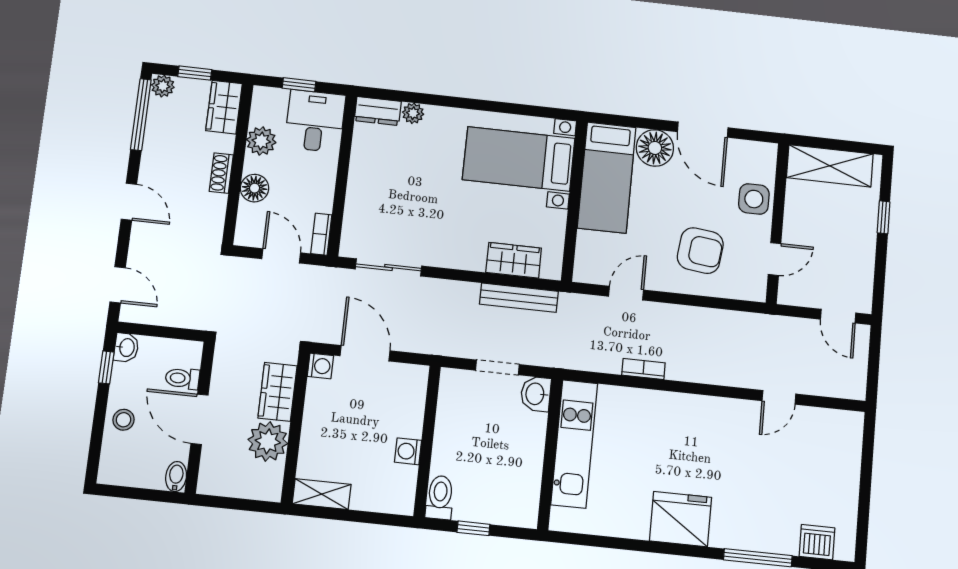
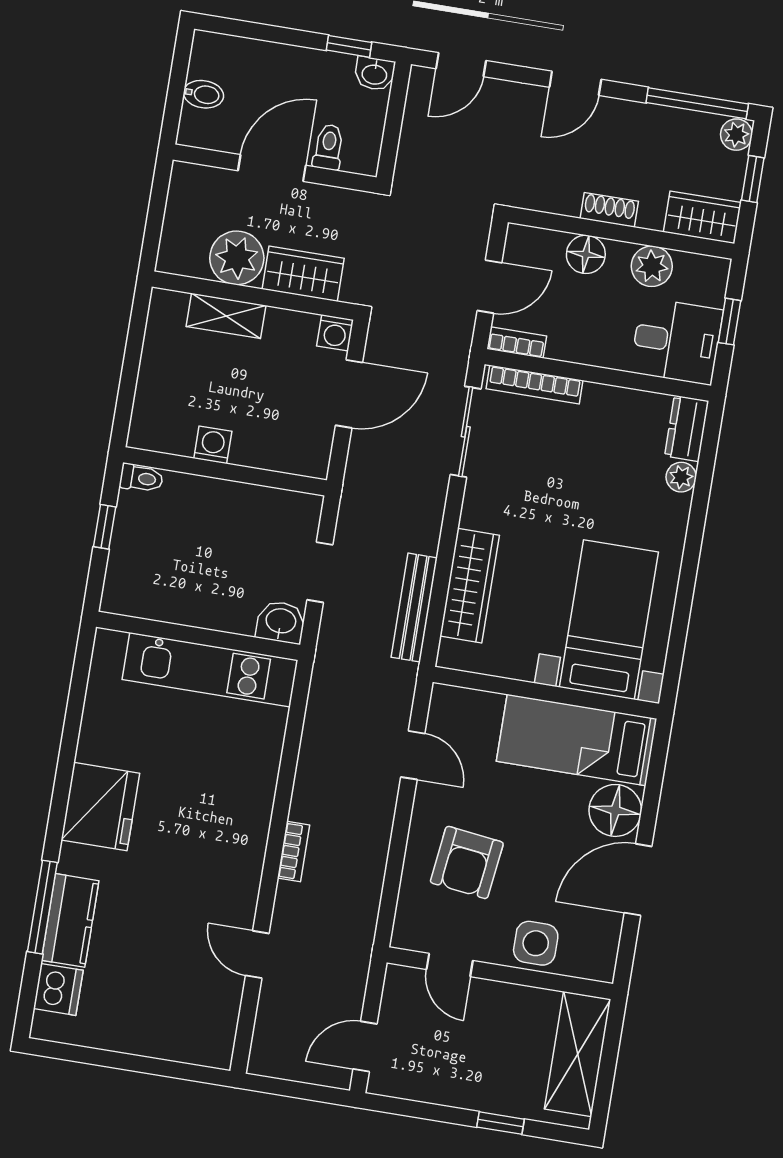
bookcase: (351, 220) -> (535, 385), added
wardrobe: (514, 260) -> (470, 586), width x1.50
bookcase: (643, 369) -> (294, 852), moved
stool: (124, 420) -> (277, 67), removed
bidet: (176, 477) -> (203, 94), moved
shelving: (322, 494) -> (226, 316), moved, turned 90
toilet: (440, 497) -> (141, 478), width x0.73, depth x0.72
kitchen counter: (766, 536) -> (70, 920), added

